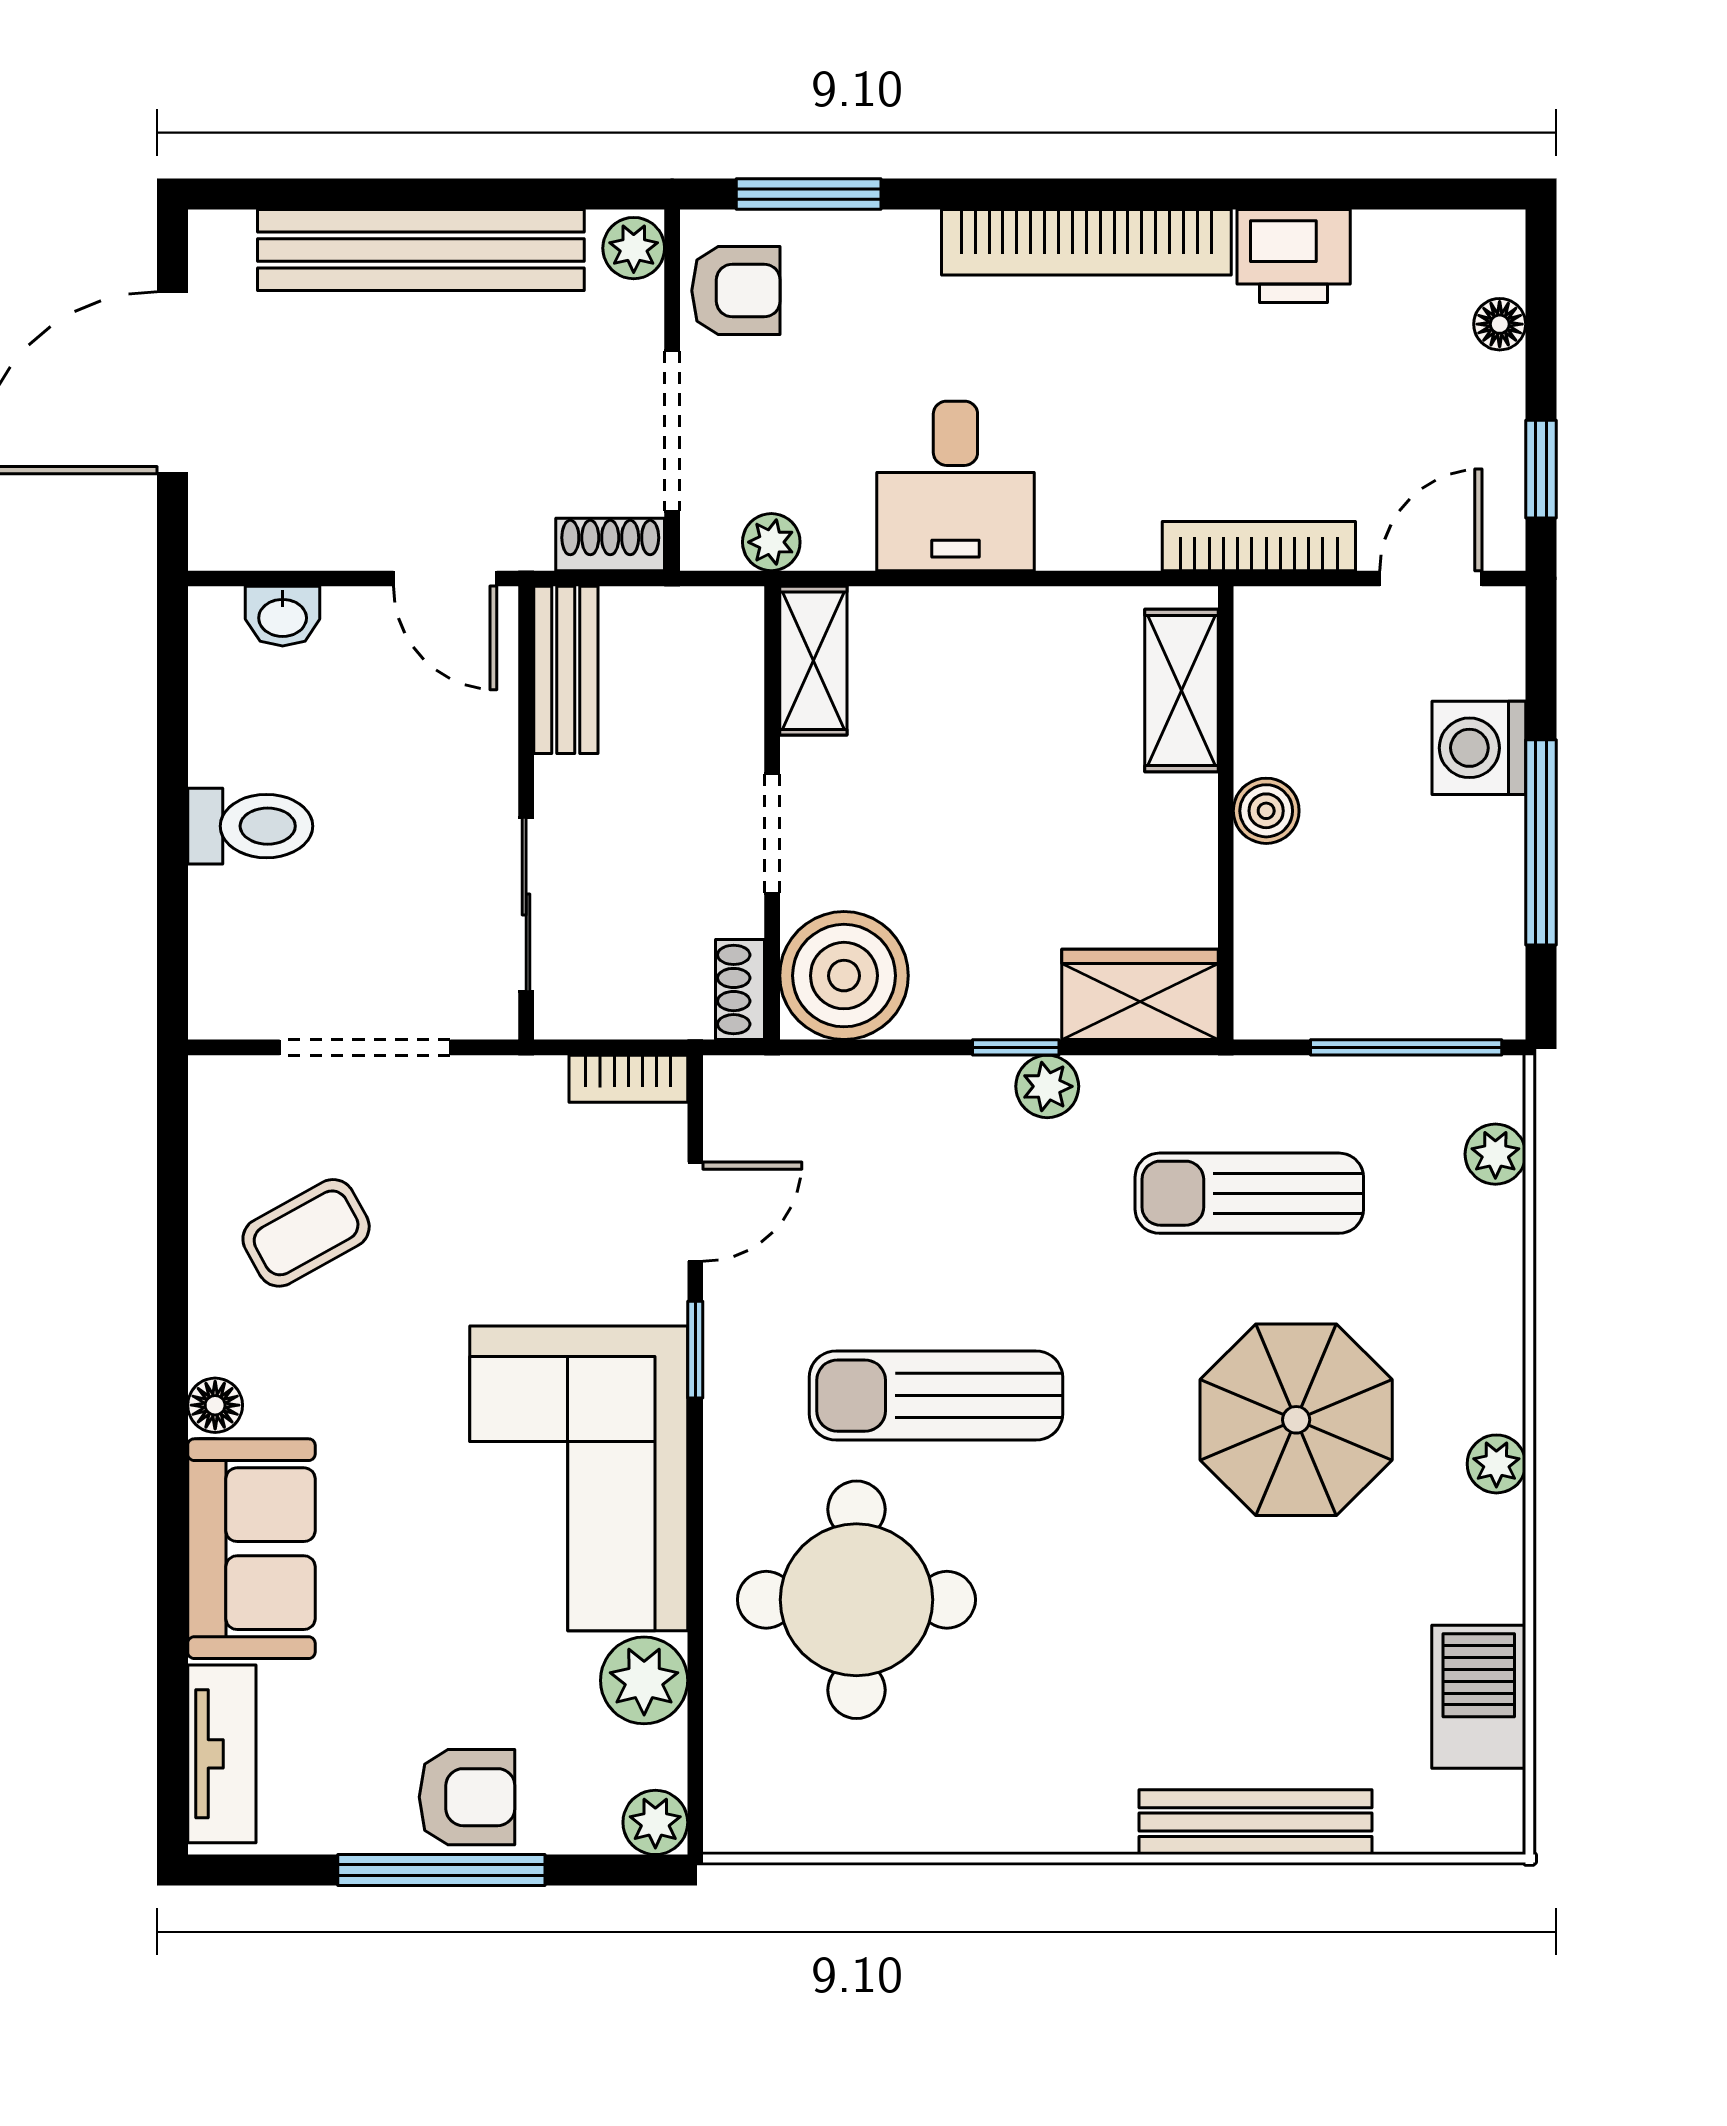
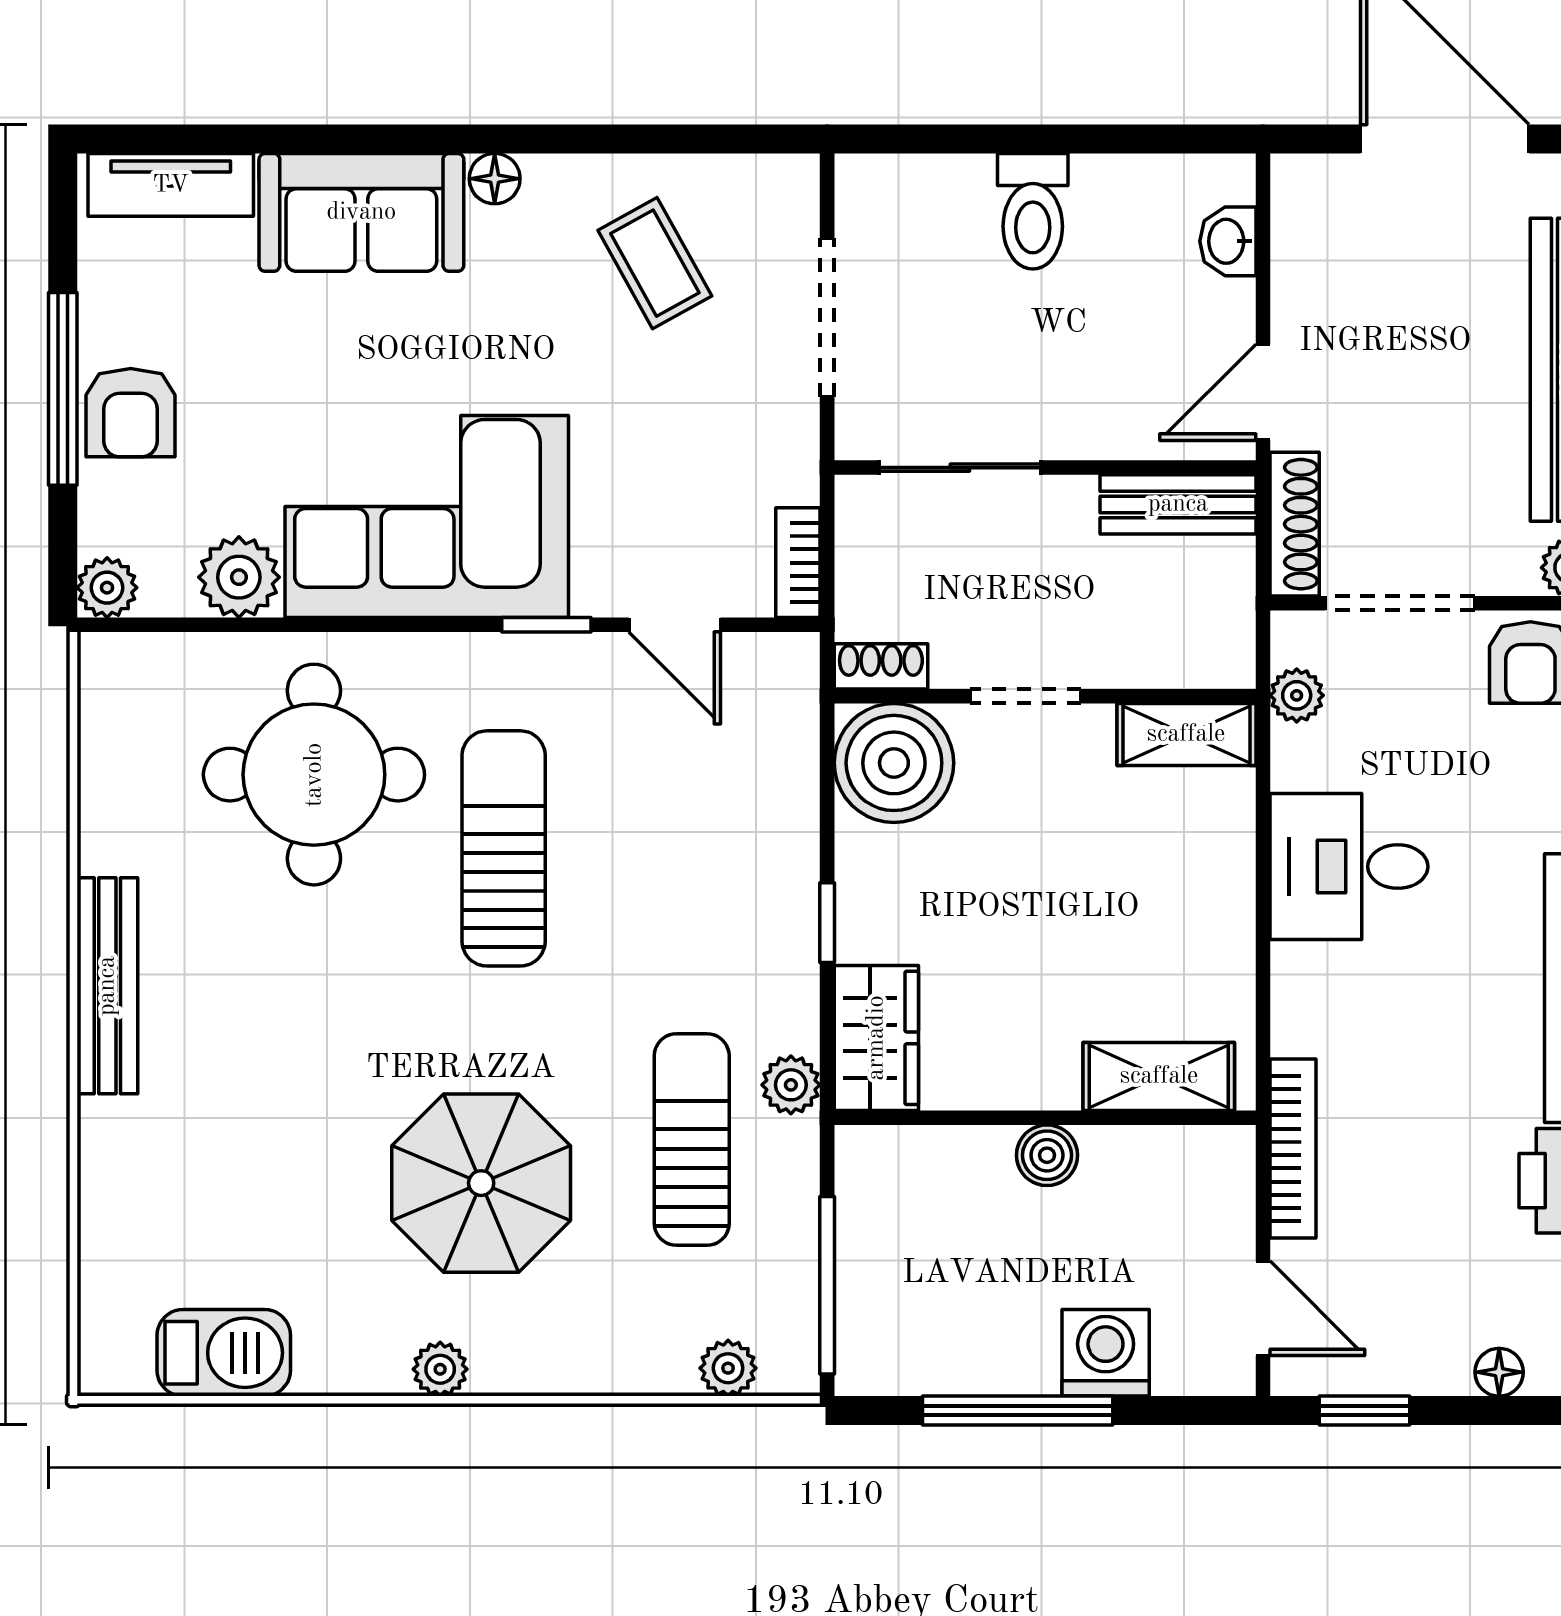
shoe rack: (610, 544) -> (1295, 524), width x1.43
plant: (1047, 1086) -> (791, 1085), moved
bench: (1255, 1822) -> (107, 986), moved

